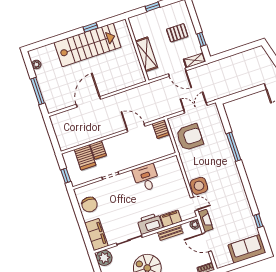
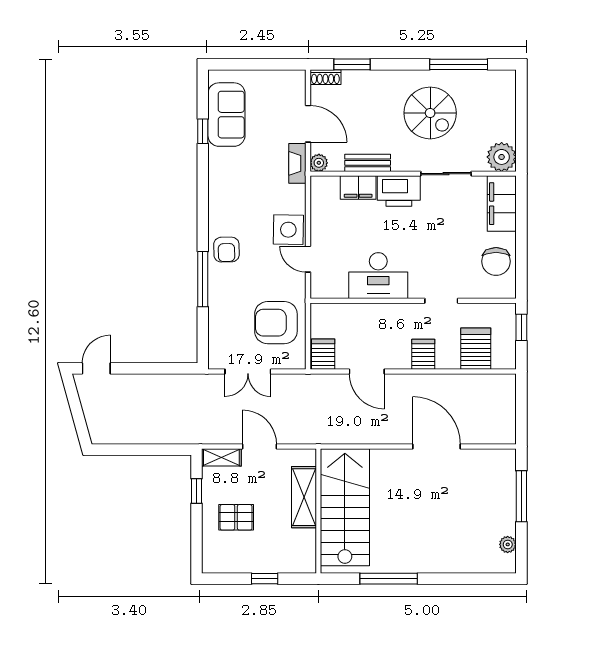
window: (90, 27) -> (389, 579), width x2.17
stairs: (88, 45) -> (345, 507), moved, turned 90
door: (88, 102) -> (437, 446), swing flipped
server rack: (98, 150) -> (423, 354), moved
armchair: (227, 165) -> (226, 250), added
desk: (146, 178) -> (378, 276), width x1.37
door: (194, 204) -> (308, 259), moved
chair: (89, 205) -> (496, 261), turned 180
sofa: (247, 249) -> (226, 115), moved, turned -90

